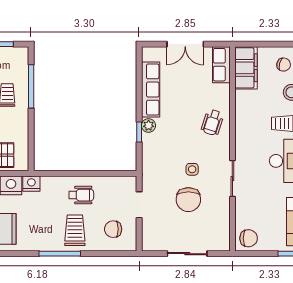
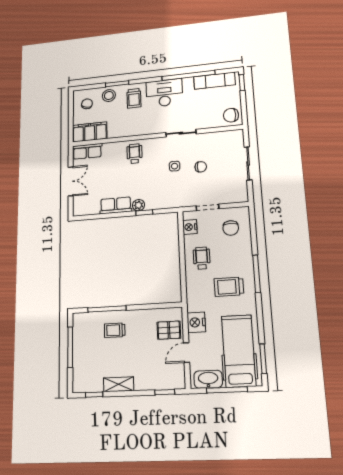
row of seats: (151, 89) -> (116, 205), width x0.68
wheelchair: (212, 122) -> (134, 154), turned -108
nightstand: (31, 184) -> (190, 227), moved
chair: (188, 200) -> (201, 167), width x0.54, depth x0.54
trolley: (75, 230) -> (229, 287), moved
chair: (249, 238) -> (231, 115), turned -90

